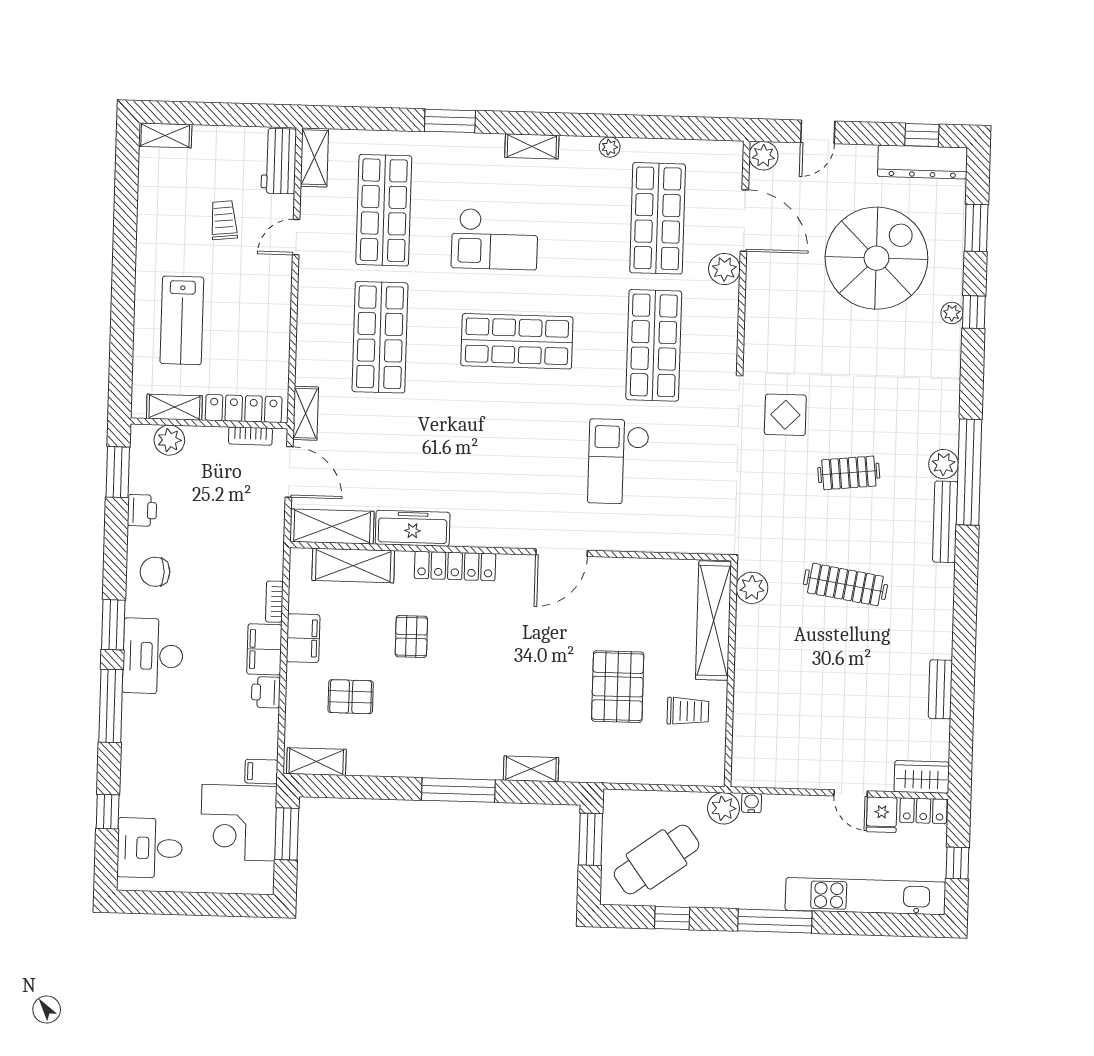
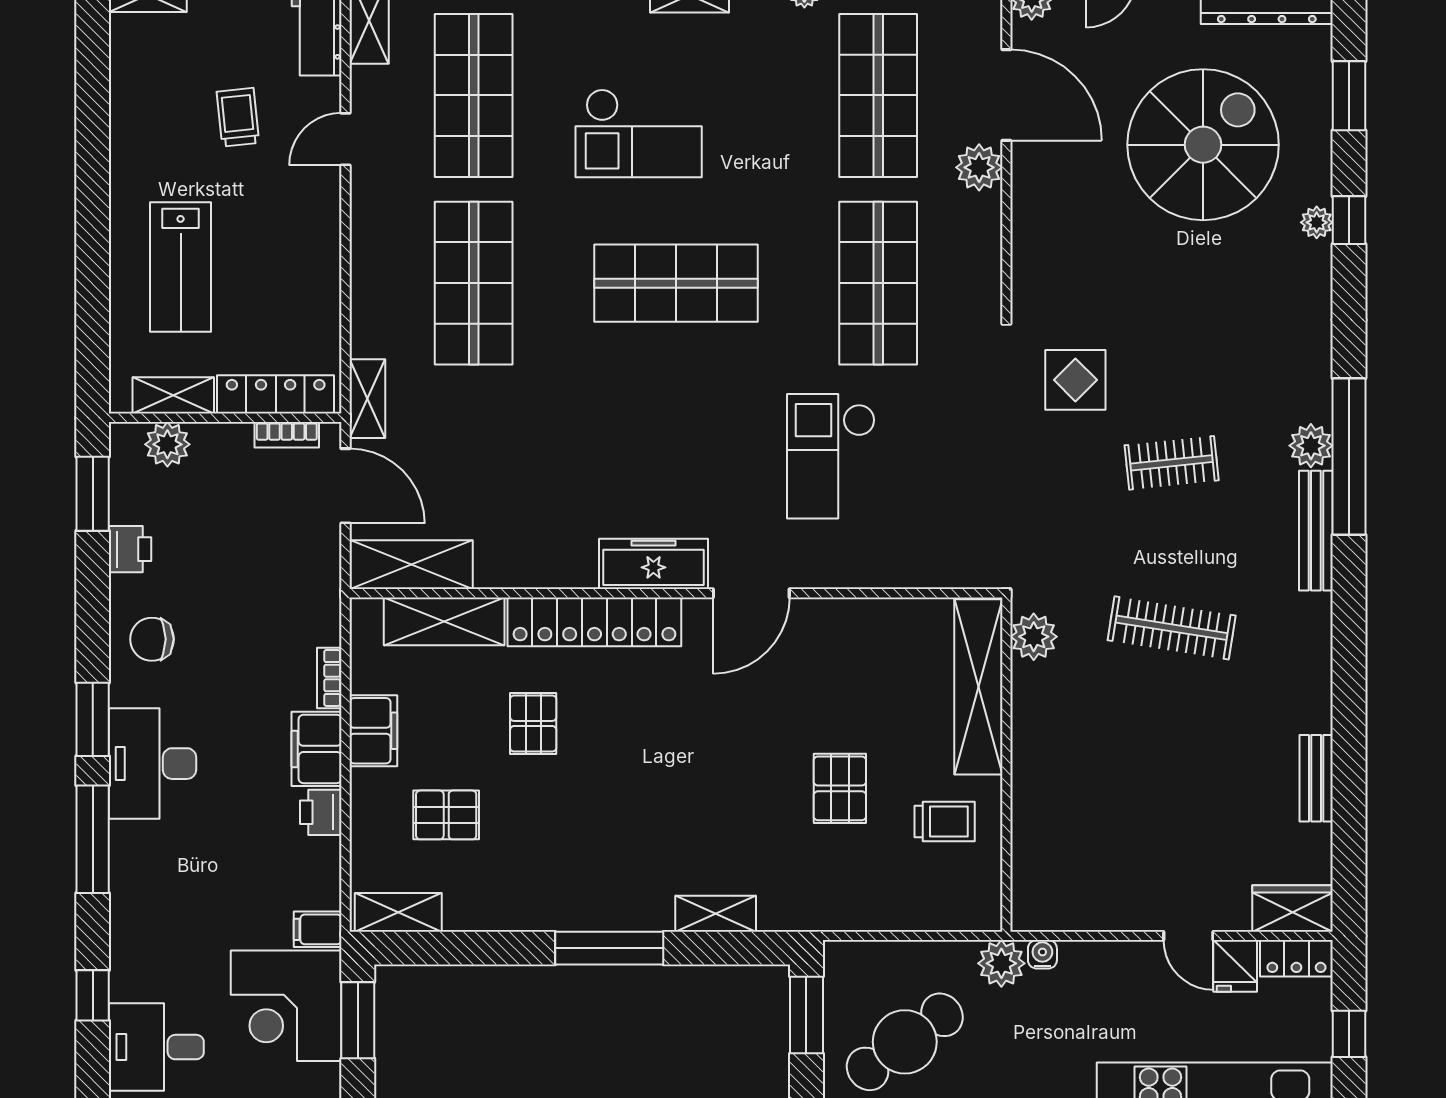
freezer: (413, 528) -> (653, 564), moved
locker: (455, 566) -> (594, 622), width x1.41, depth x1.21
pallet: (618, 687) -> (840, 788), width x0.67, depth x0.71

